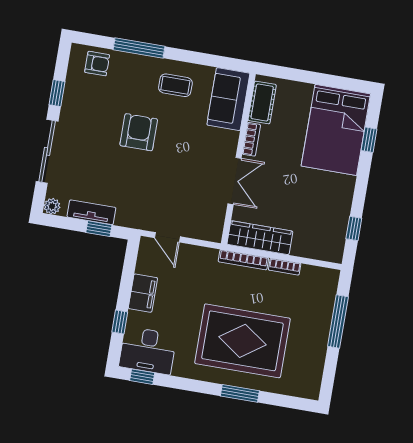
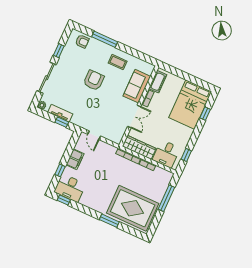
sofa: (228, 99) -> (137, 86), moved
desk: (315, 237) -> (166, 154), added
rug: (242, 341) -> (133, 208), moved

